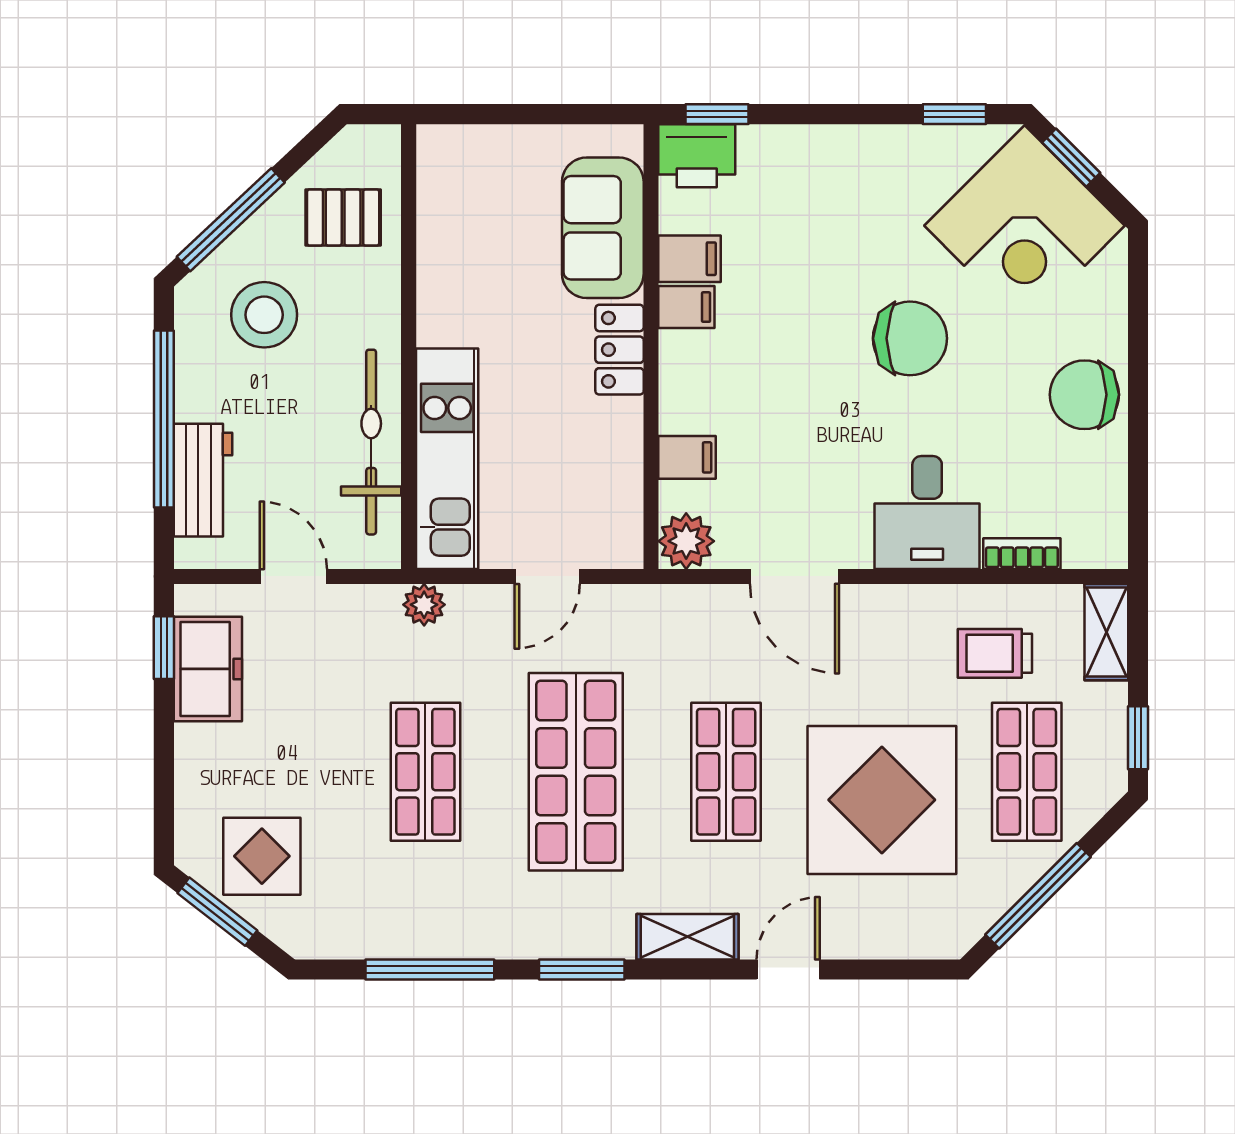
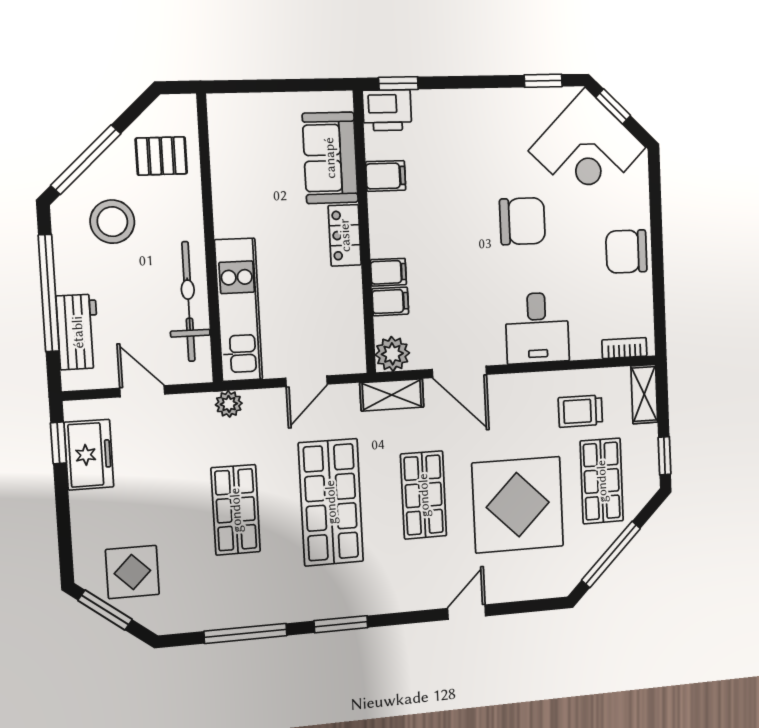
filing cabinet: (686, 307) -> (388, 272), moved
bookcase: (1022, 554) -> (624, 348), moved
shelving: (687, 937) -> (392, 395), moved

